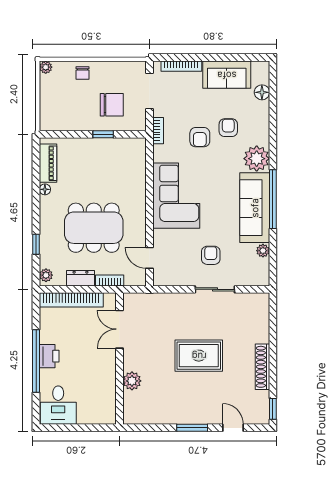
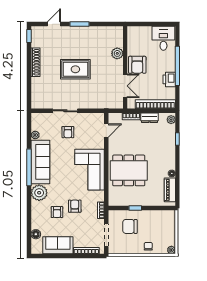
dining table: (94, 228) -> (129, 170), moved
door: (149, 258) -> (106, 131), hinge flipped
printer: (49, 356) -> (169, 79), moved
armchair: (100, 363) -> (137, 65), added
door: (233, 428) -> (54, 24), swing flipped

